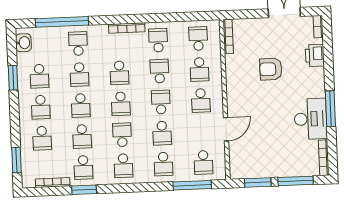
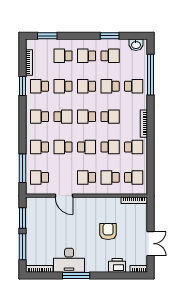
school desk: (119, 73) -> (110, 117), turned 180
school desk: (39, 76) -> (110, 56), turned 180

